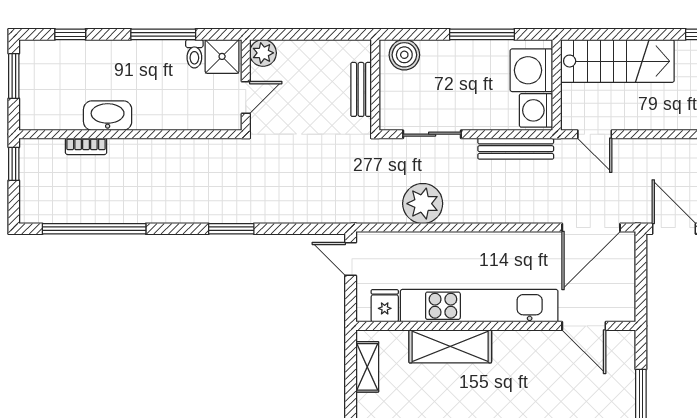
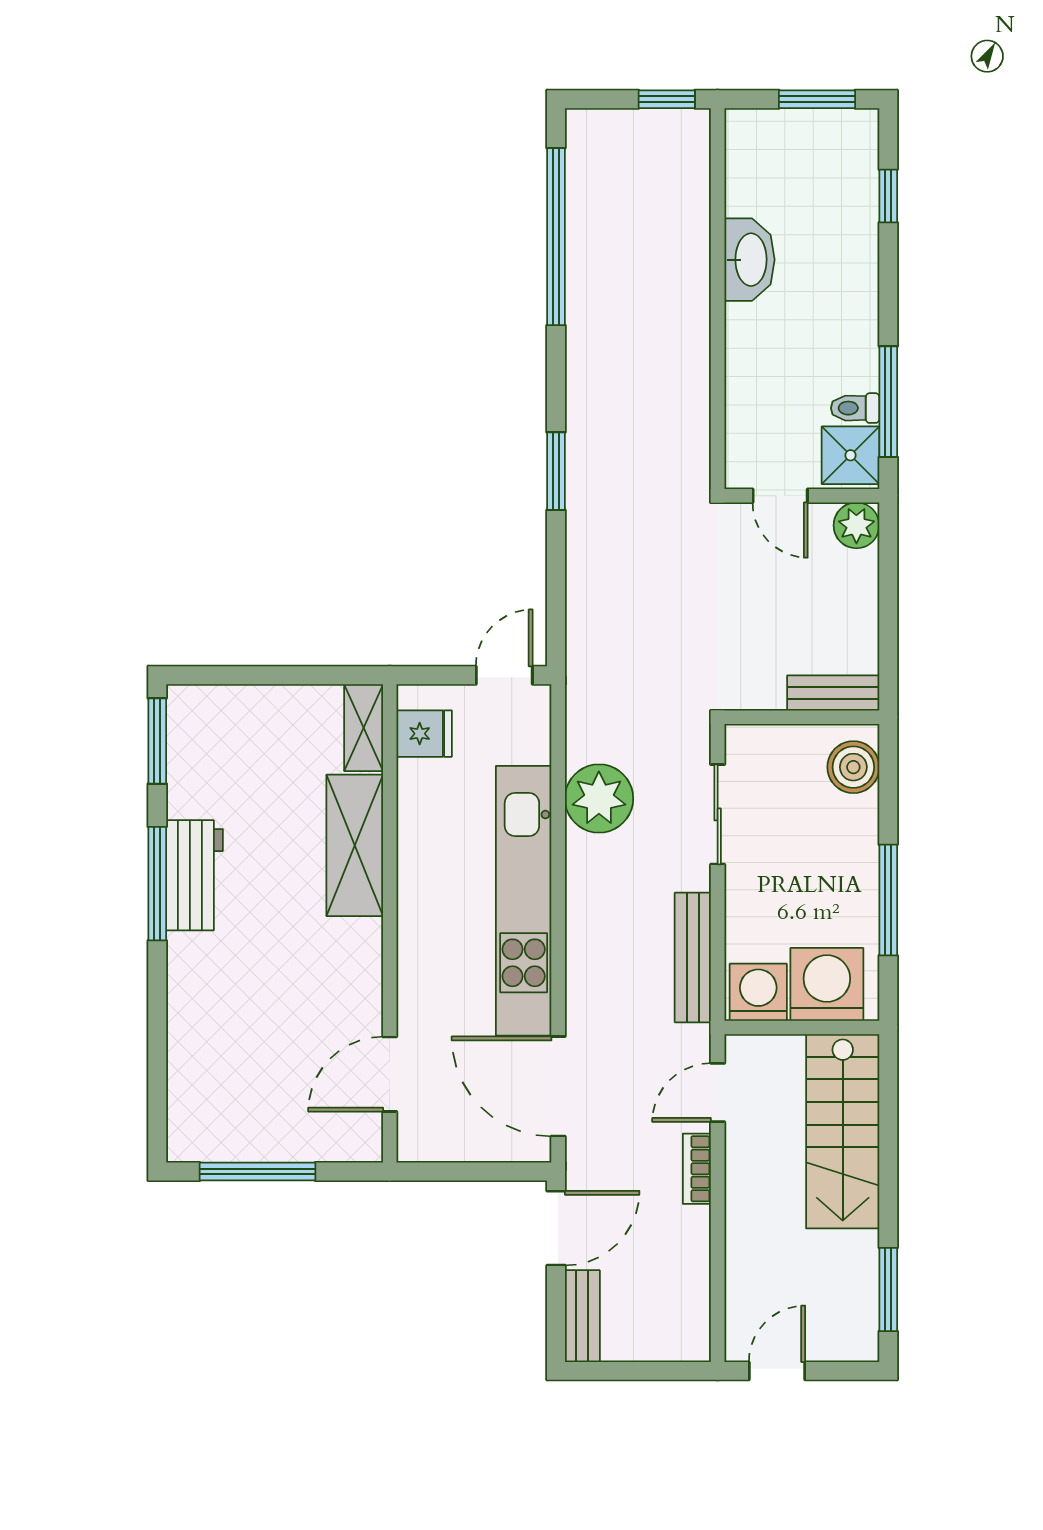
window: (163, 34) -> (888, 402), moved
bench: (361, 89) -> (833, 693), moved
bookcase: (86, 146) -> (697, 1169), moved
kitchen unit: (479, 306) -> (524, 901), moved, turned 180
shelving: (367, 367) -> (364, 728), moved, turned 90

